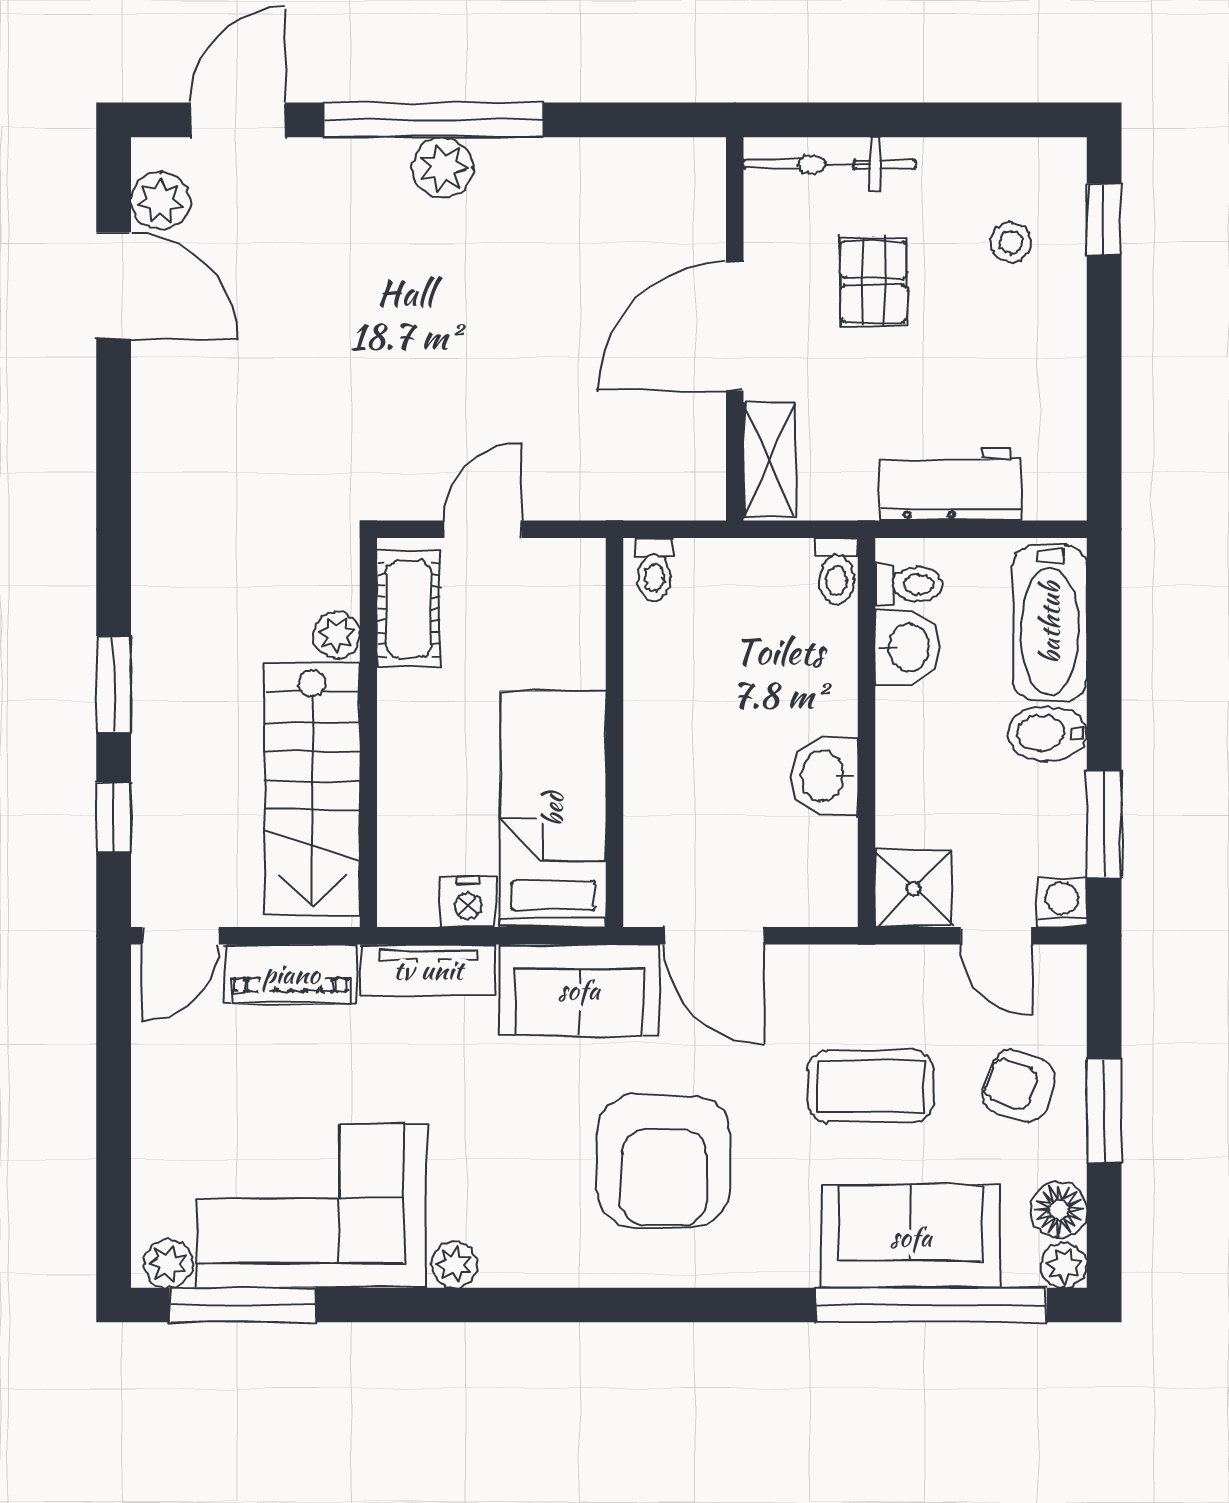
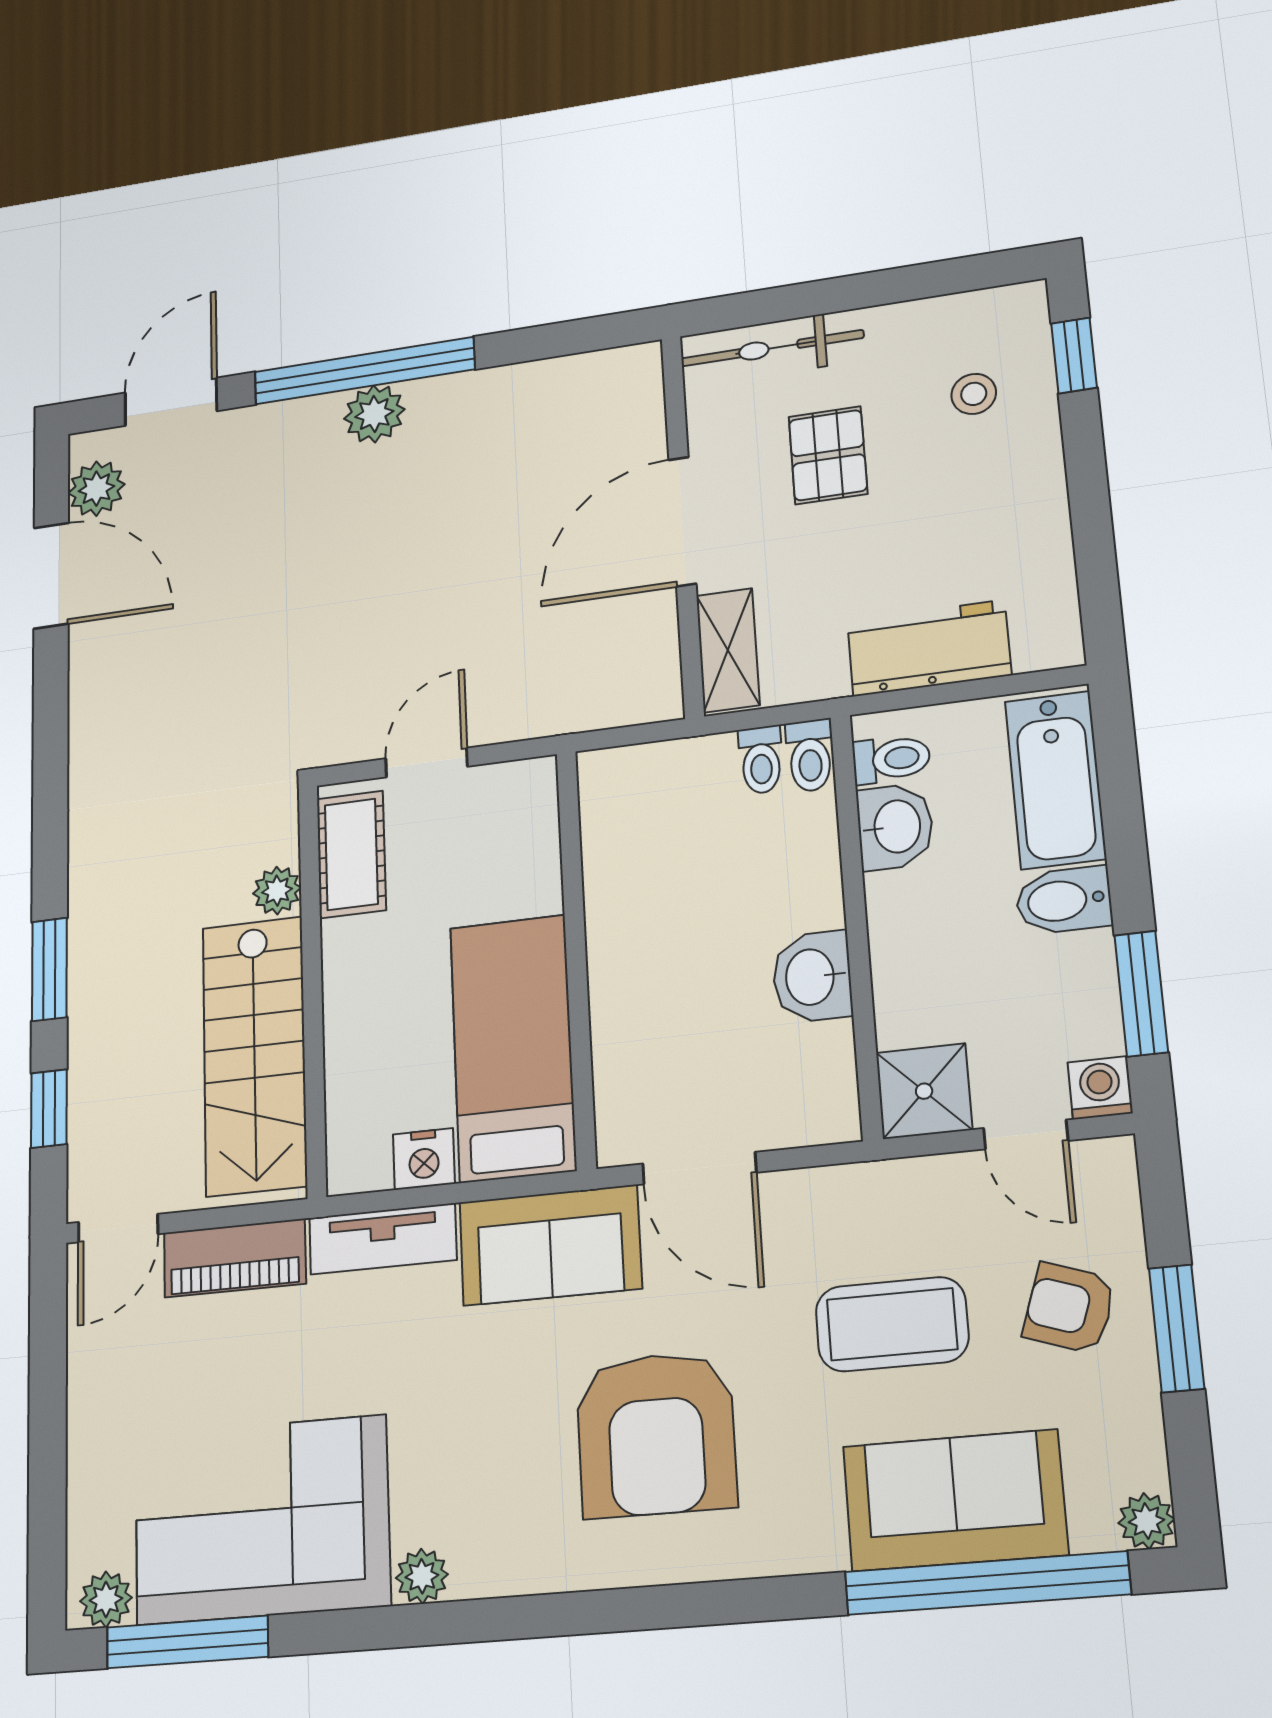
toilet: (654, 569) -> (761, 760), moved
floor lamp: (1059, 1210) -> (1133, 1453), removed

